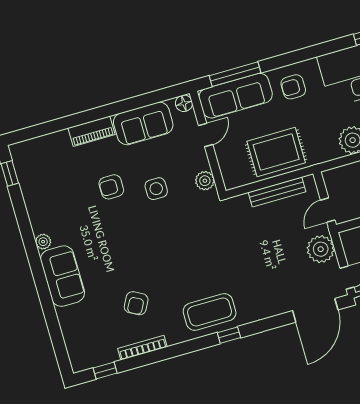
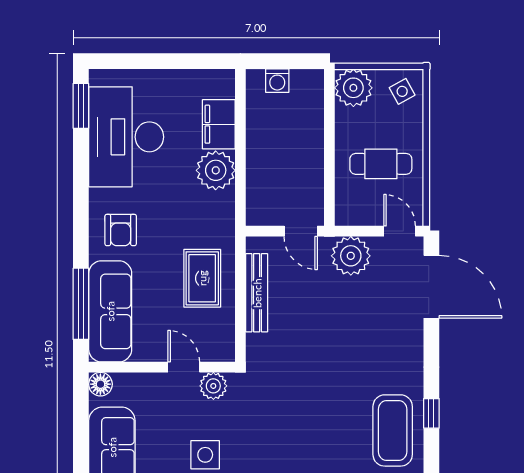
door: (206, 135) -> (184, 367), moved
rug: (276, 152) -> (202, 278), width x0.73, depth x0.70

